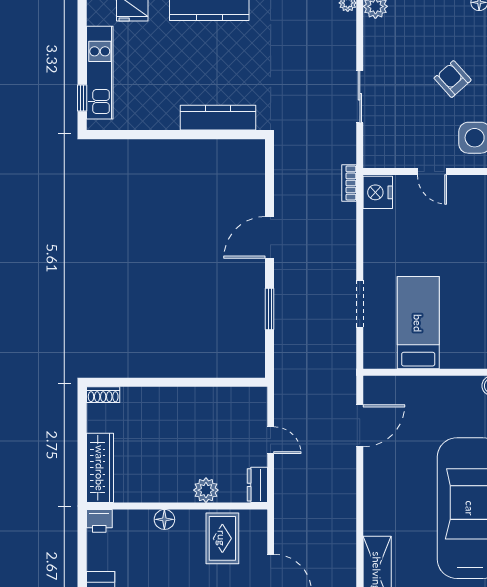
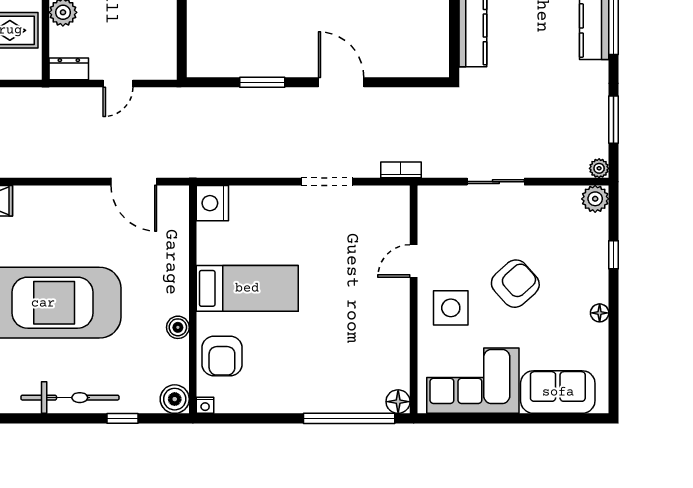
armchair: (453, 79) -> (515, 284), width x1.38, depth x1.38
nightstand: (378, 192) -> (212, 203), moved, turned -90
doorway: (360, 304) -> (327, 182), moved
bed: (418, 323) -> (247, 288), moved

